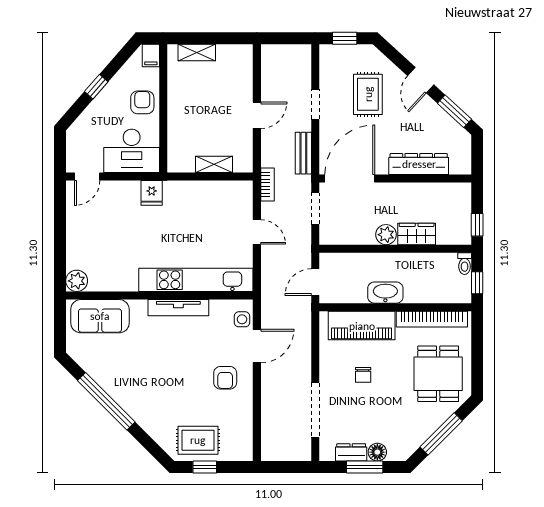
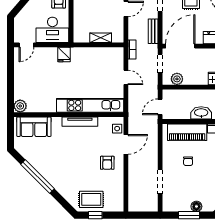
plant: (386, 235) -> (177, 79), moved
doorway: (315, 410) -> (160, 182), width x0.73
dresser: (351, 452) -> (181, 207), removed

